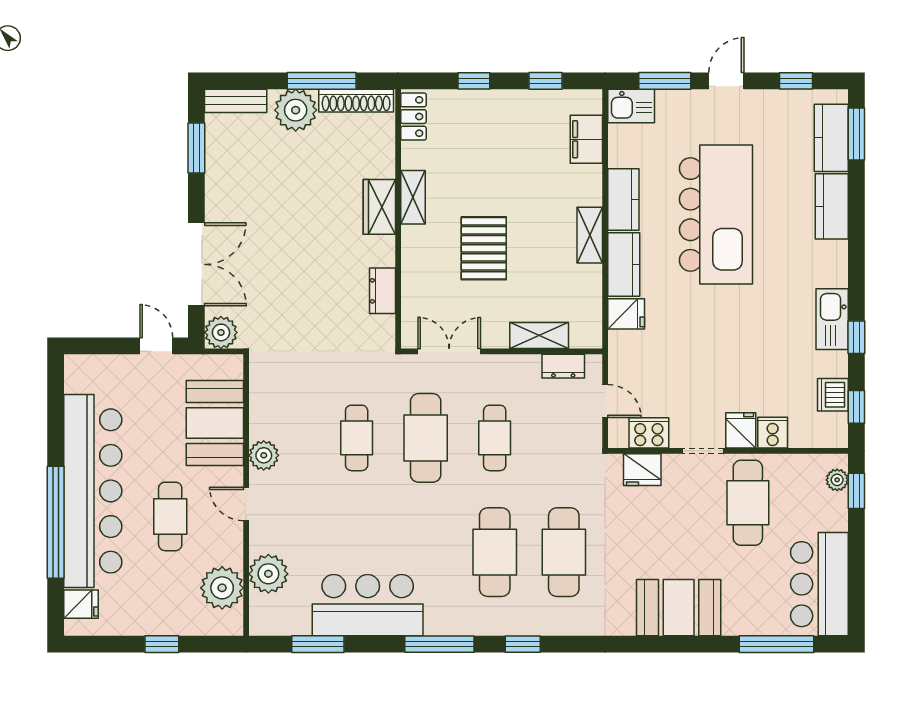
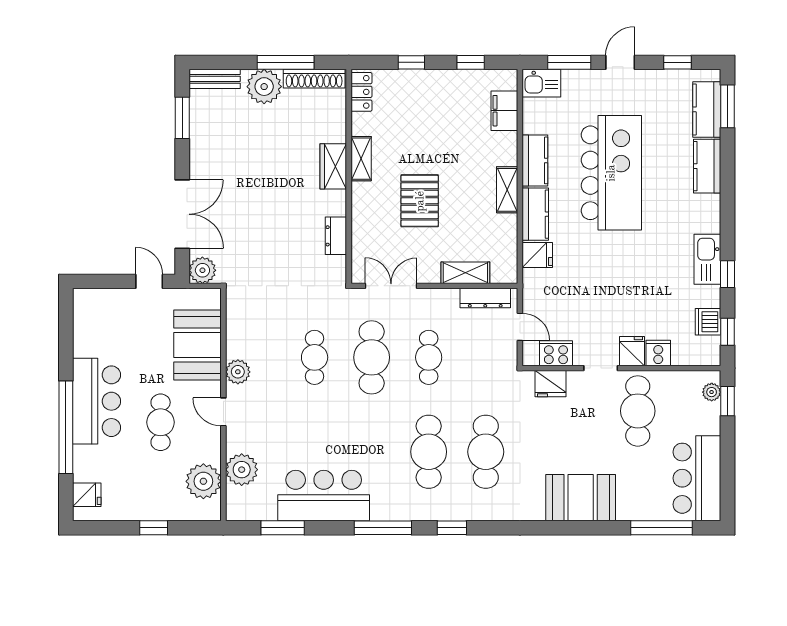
dresser: (563, 366) -> (485, 298), width x1.44
bar counter: (93, 491) -> (97, 401), width x0.54

